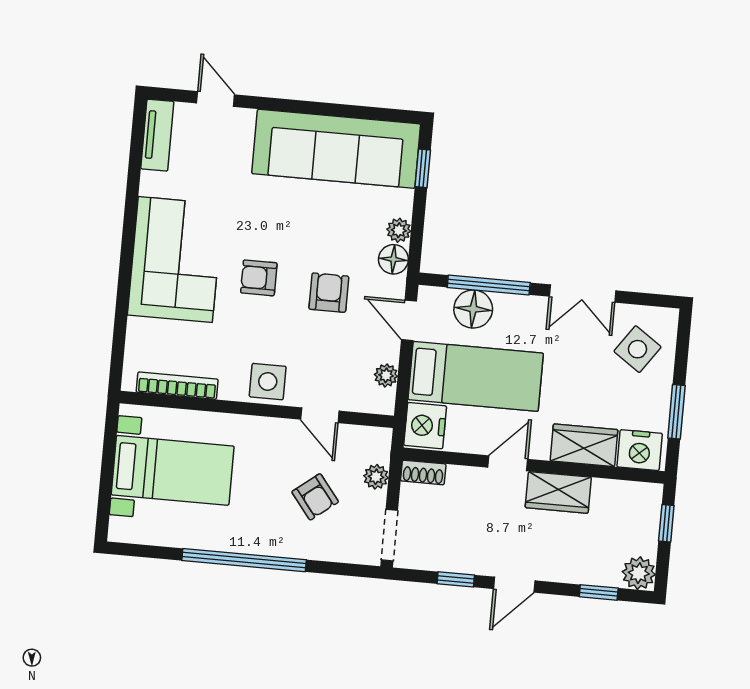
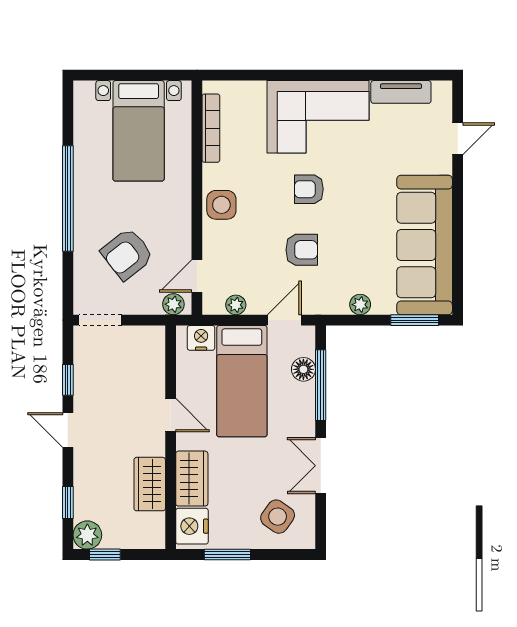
tv unit: (157, 135) -> (401, 92), moved
window: (423, 168) -> (415, 320), width x1.50
floor lamp: (393, 259) -> (335, 302), removed
armchair: (259, 278) -> (309, 189), turned -90
floor lamp: (473, 309) -> (303, 369), width x0.73, depth x0.73
door: (320, 415) -> (197, 276), moved
nightstand: (425, 426) -> (201, 338), width x0.74, depth x0.75
shoe rack: (423, 472) -> (156, 344), removed
plant: (376, 477) -> (173, 304), moved
wardrobe: (558, 492) -> (150, 484), moved
armchair: (315, 497) -> (127, 254), width x1.38, depth x1.38
window: (666, 523) -> (105, 554), moved

